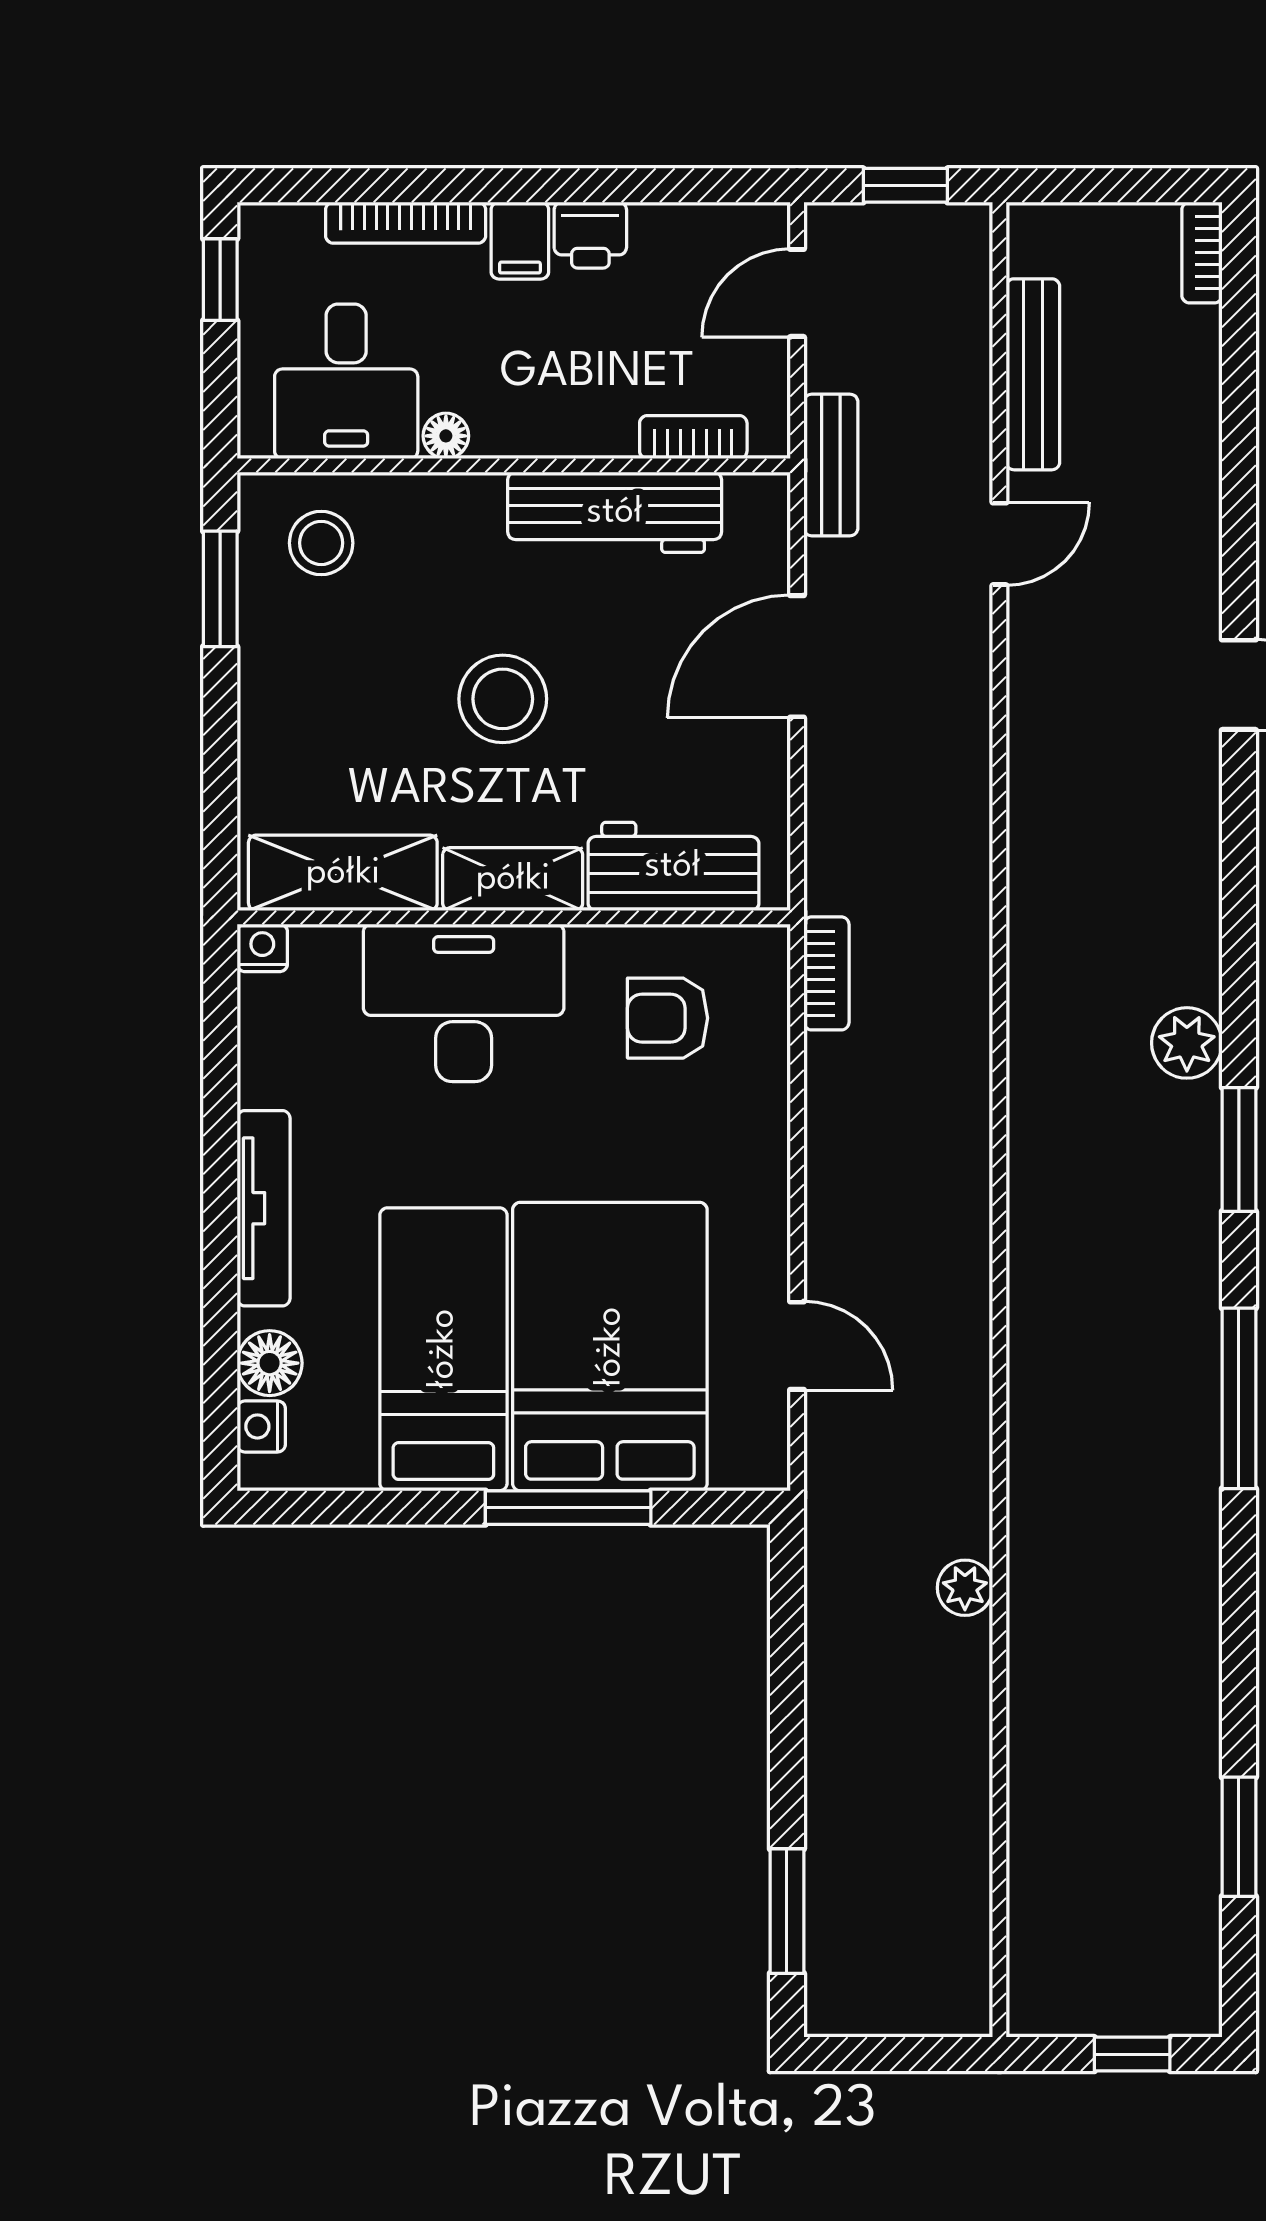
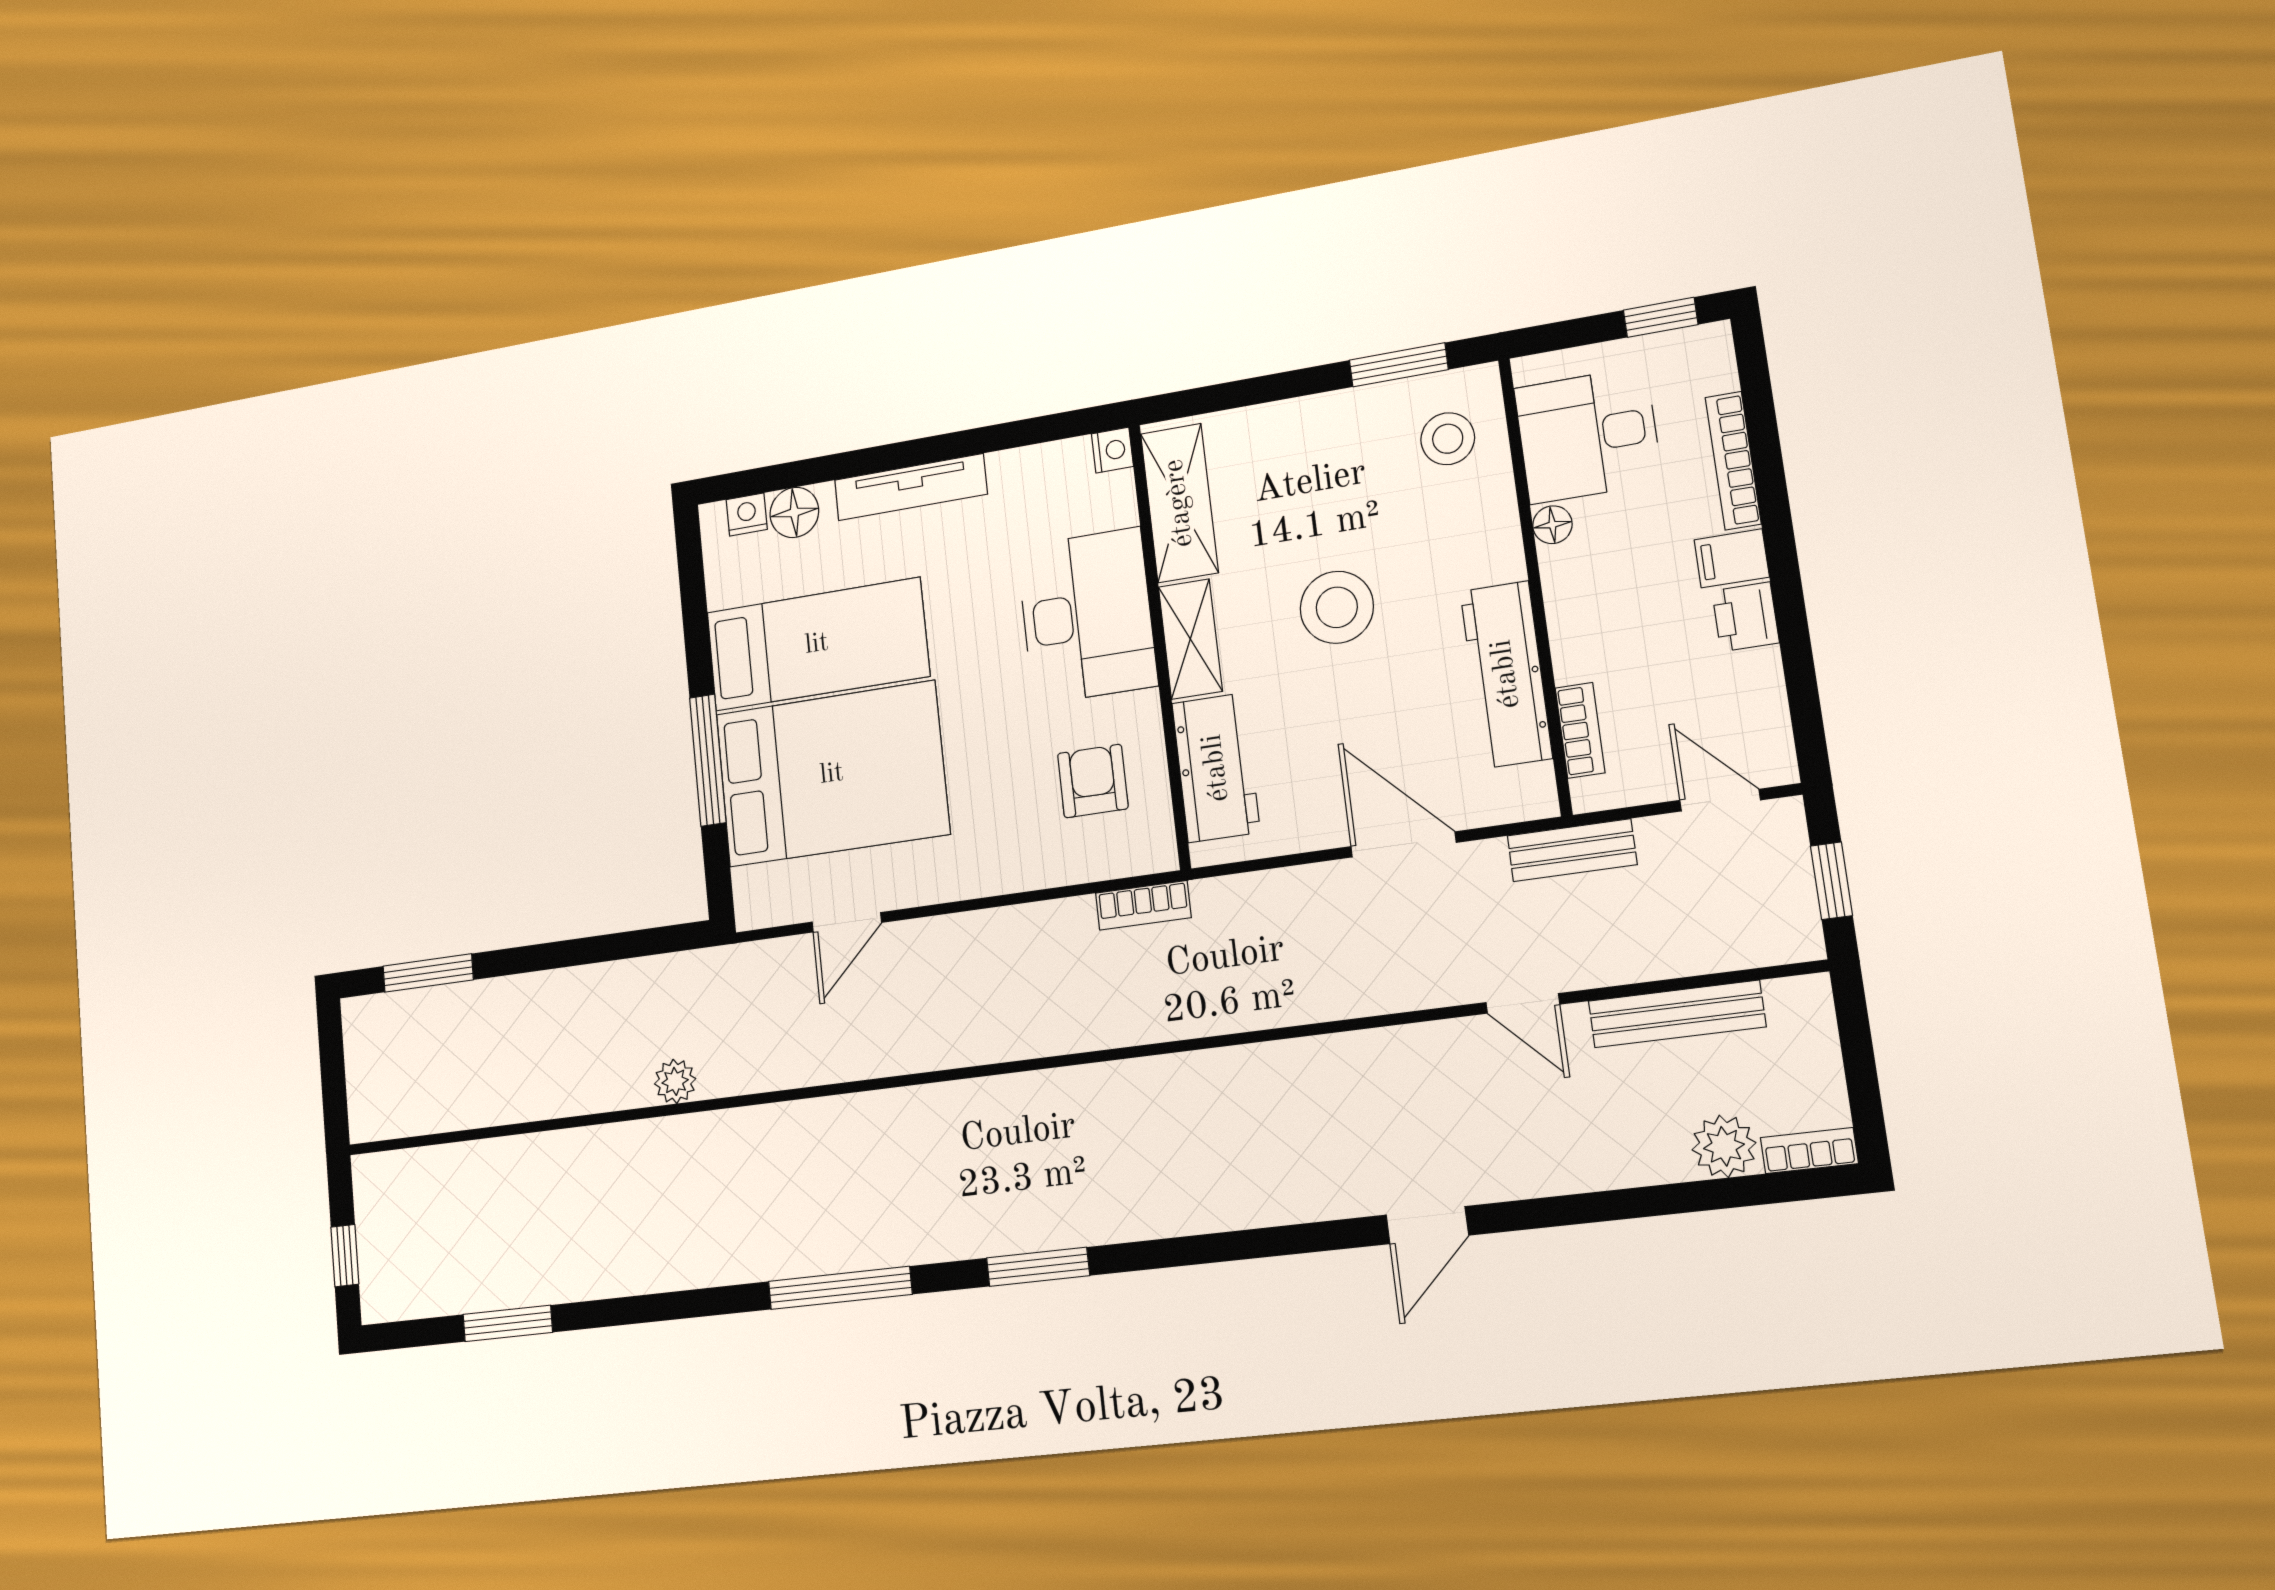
plant: (1187, 1043) -> (1724, 1146), moved

